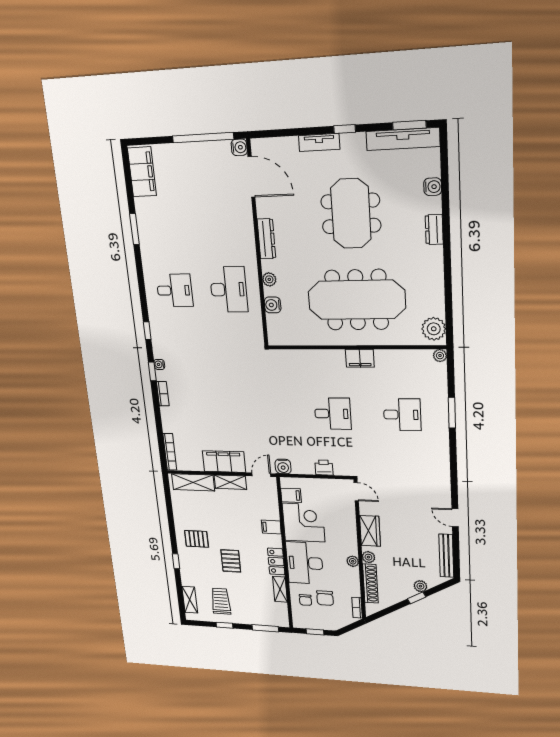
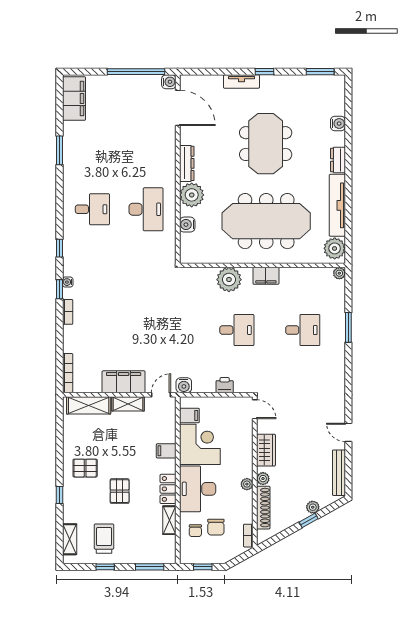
tv unit: (403, 139) -> (337, 205), moved, turned 90
plant: (269, 279) -> (192, 195), width x1.87, depth x1.87
plant: (321, 362) -> (229, 280), added

